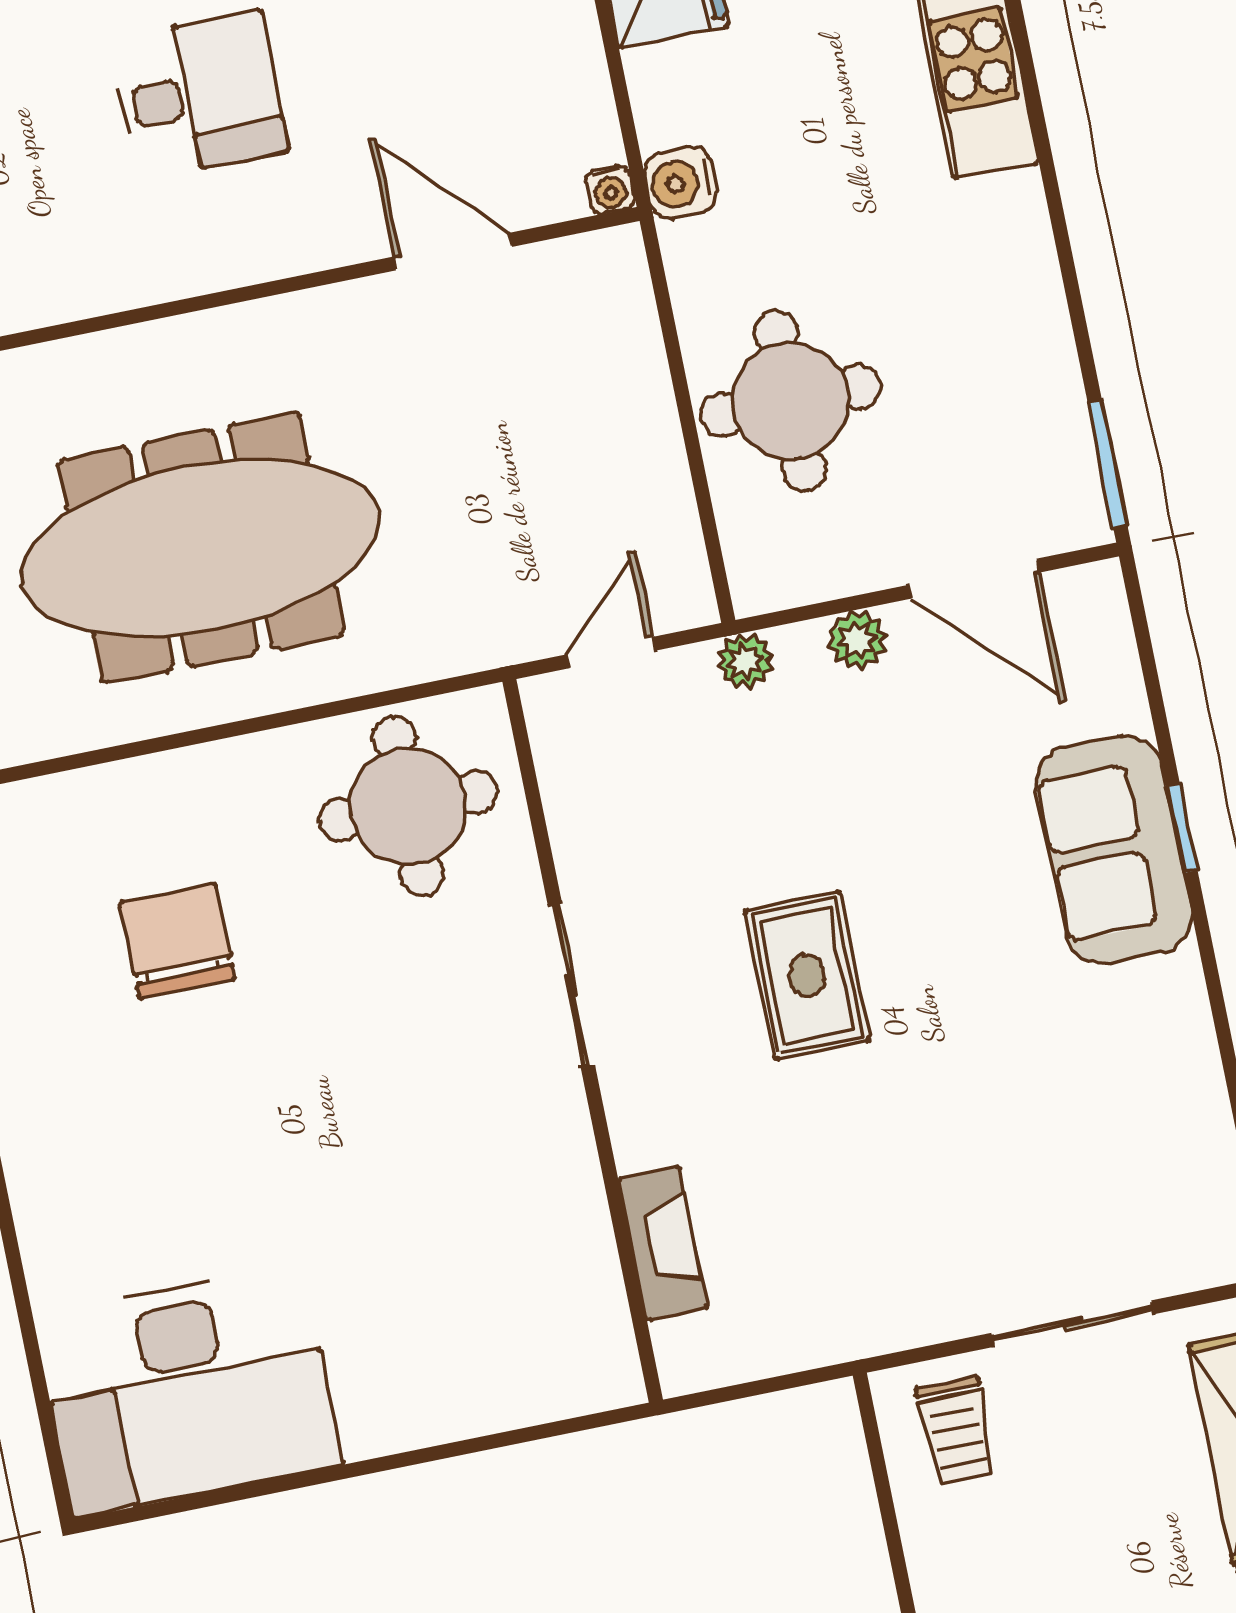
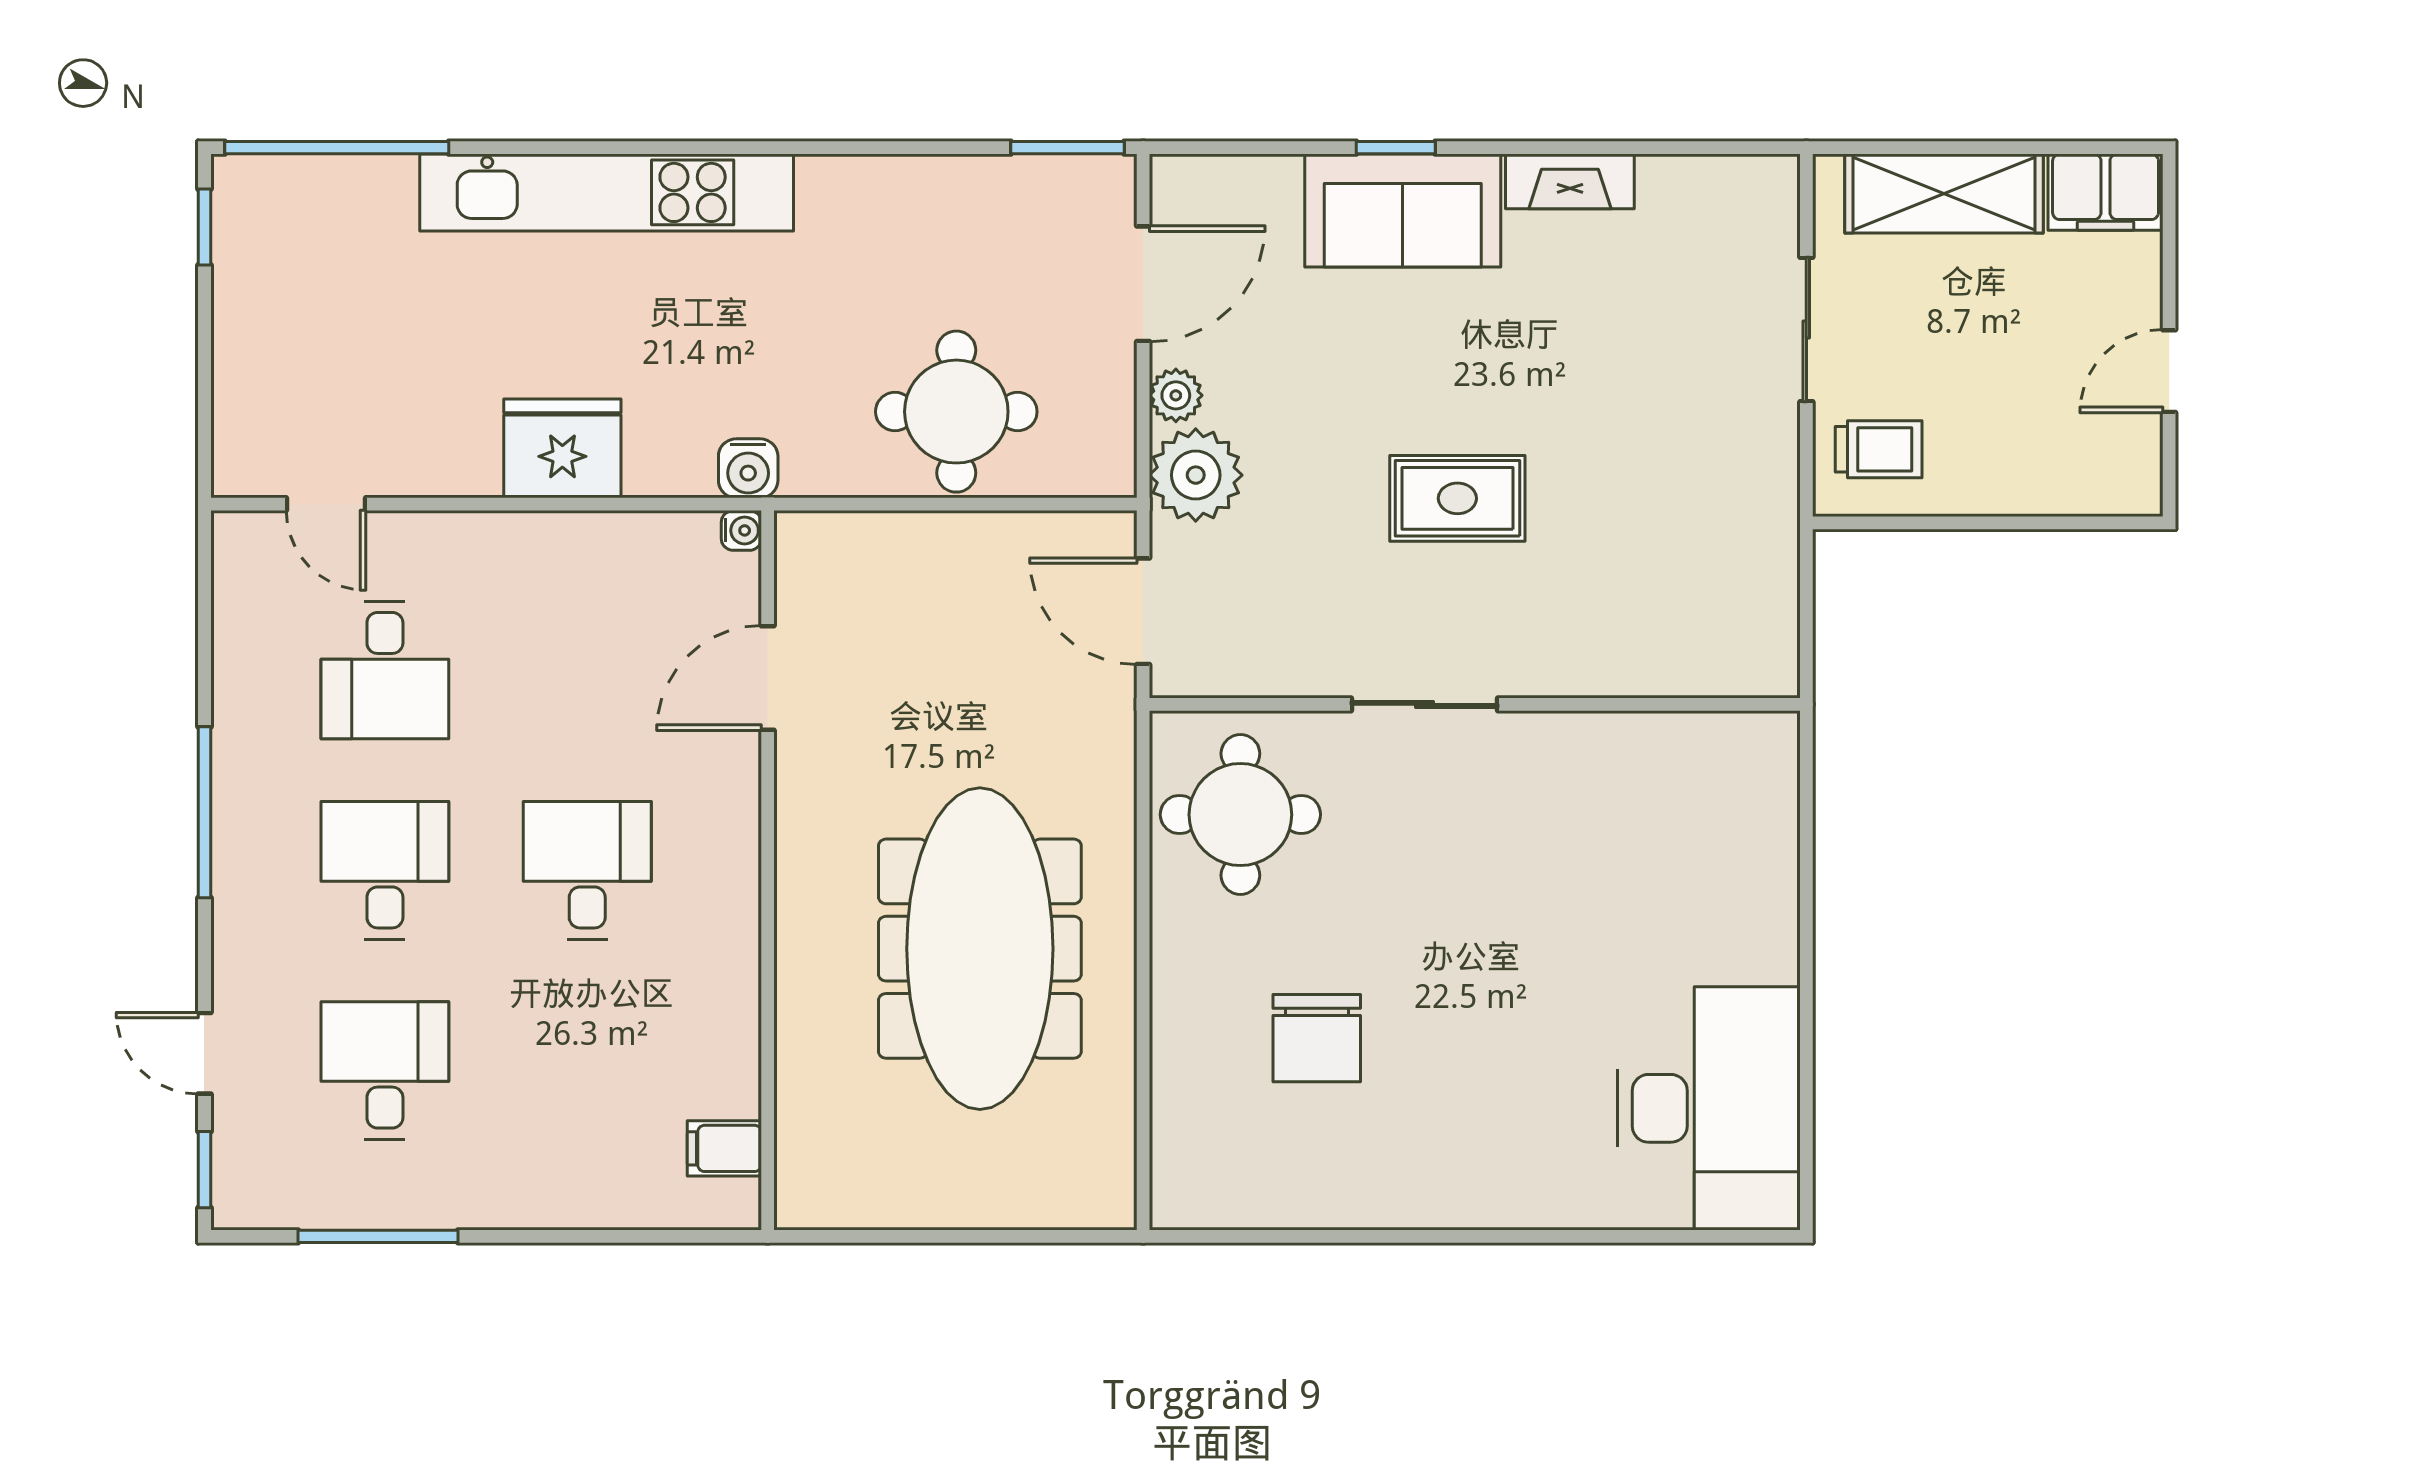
door: (611, 652) -> (1143, 611), width x1.38
plant: (745, 661) -> (1196, 475), width x1.88, depth x1.88
chair: (177, 941) -> (1317, 1038), turned -90
fireplace: (663, 1243) -> (1570, 181), moved, turned 180

